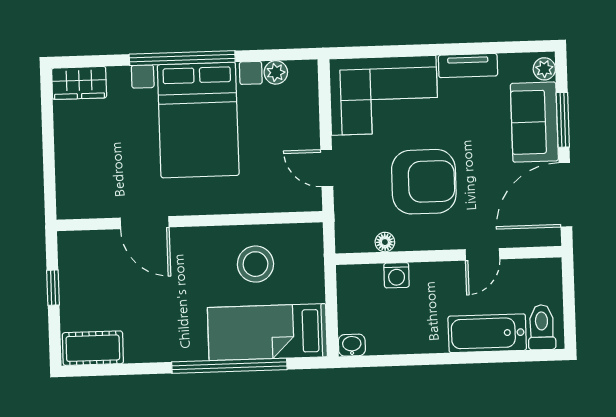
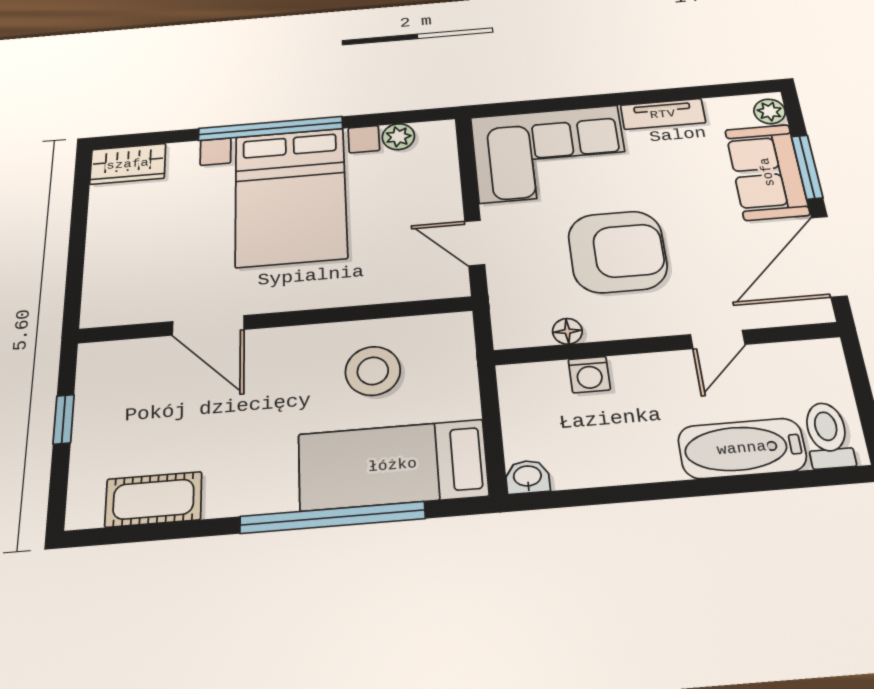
cot: (93, 348) -> (153, 499), moved

